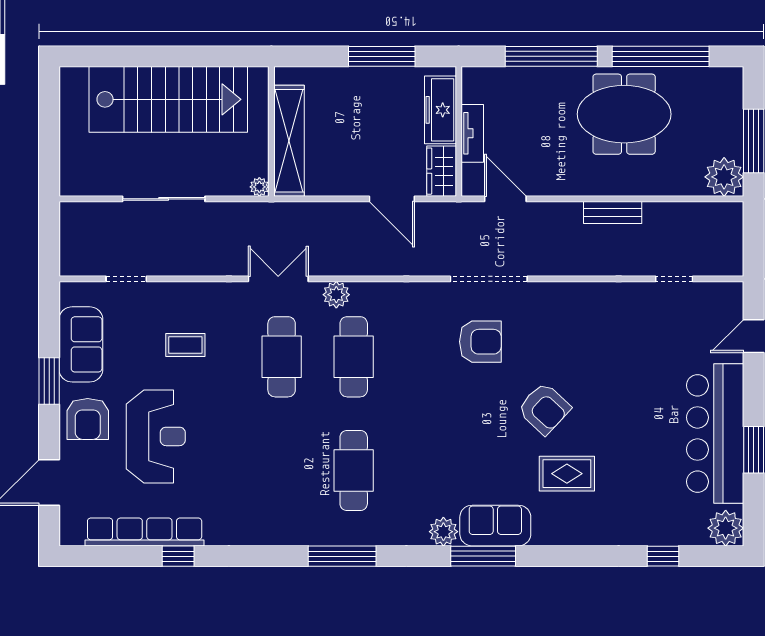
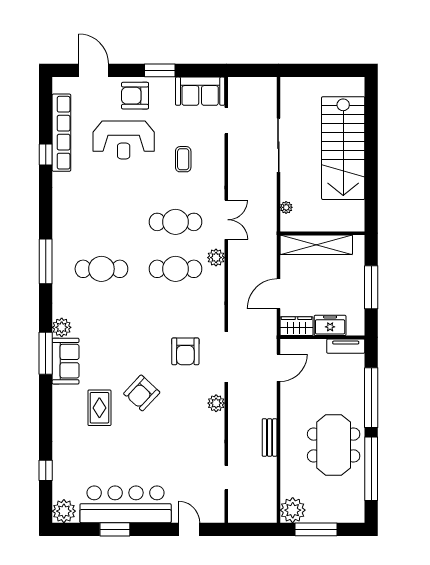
freezer: (440, 110) -> (330, 325), width x0.71
wall: (271, 131) -> (322, 233), moved
tv unit: (472, 133) -> (346, 346), moved
shelving: (289, 141) -> (316, 245), moved
plant: (560, 294) -> (216, 403), added
sofa: (81, 344) -> (200, 91), moved

